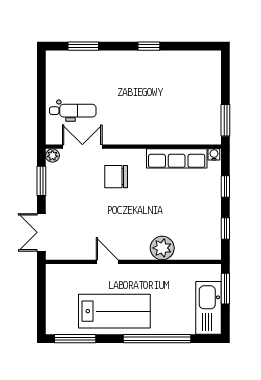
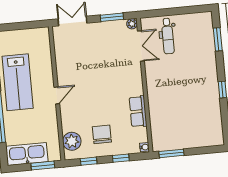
row of seats: (177, 158) -> (138, 111), width x0.68
chair: (116, 177) -> (102, 134), moved
plant: (162, 248) -> (72, 141), moved
door: (107, 262) -> (57, 95), moved

